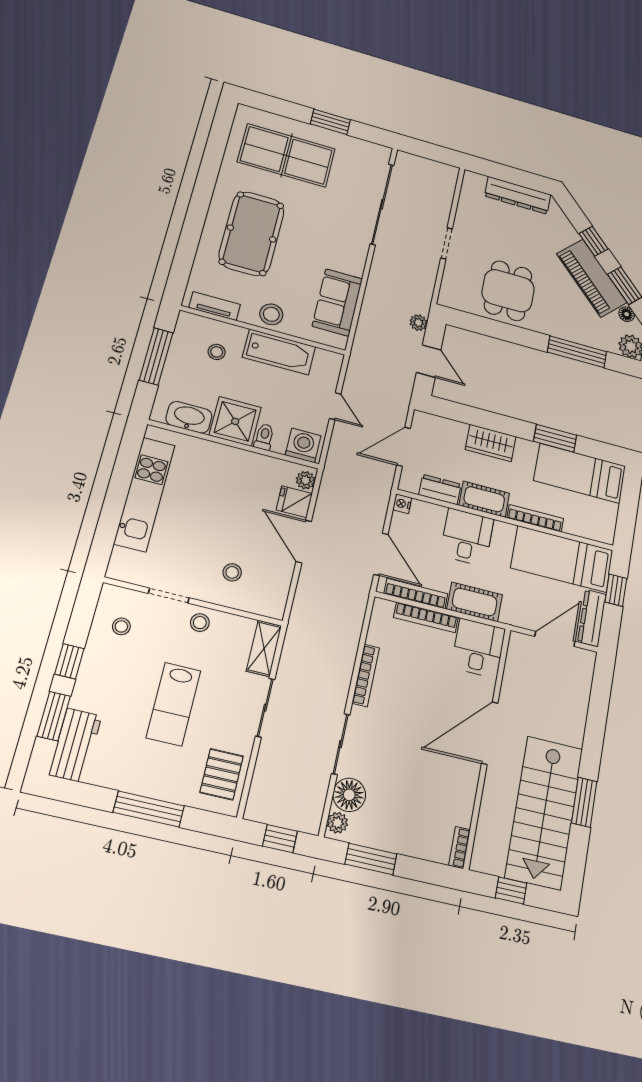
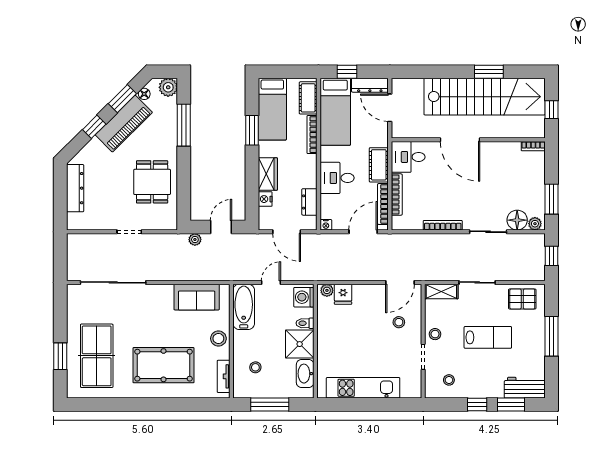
window: (330, 122) -> (60, 356), moved
dining table: (508, 291) -> (152, 182), turned 90
bathtub: (279, 352) -> (244, 307), moved
nightstand: (456, 430) -> (265, 199), added
cot: (484, 499) -> (308, 98), moved
door: (304, 541) -> (400, 282), moved
stairs: (544, 812) -> (485, 97), width x1.36

